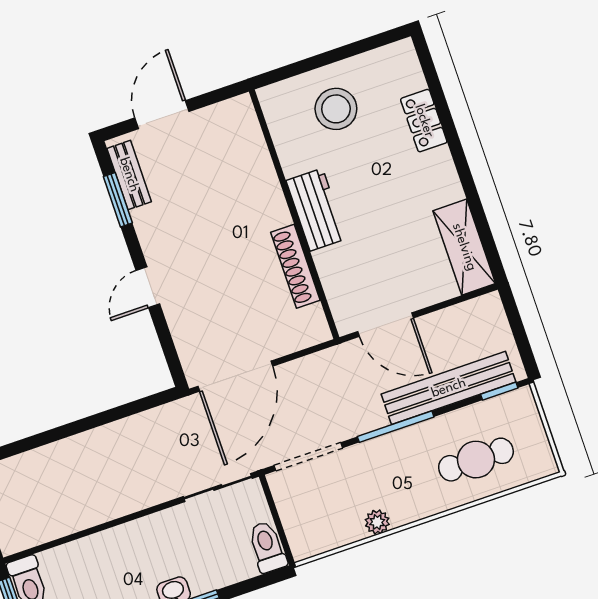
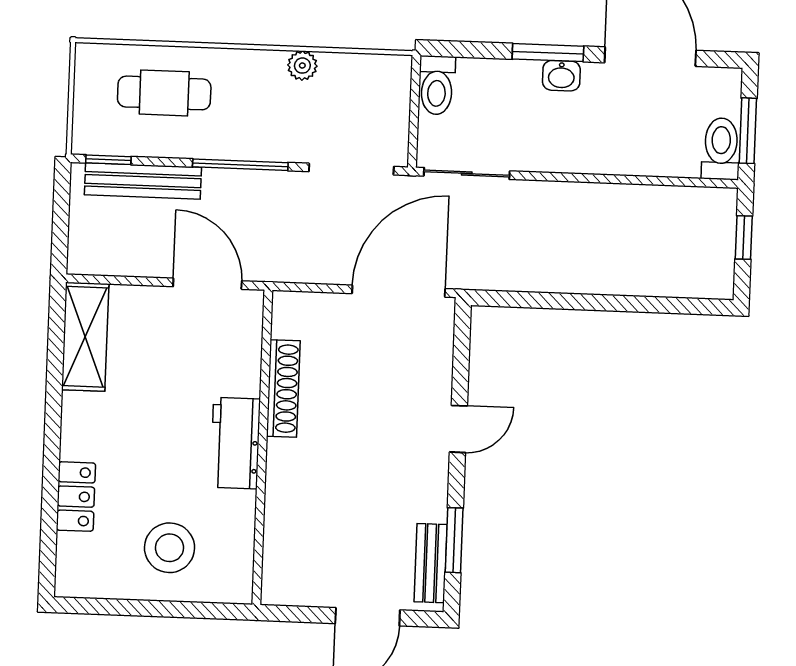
bench: (449, 388) -> (143, 181), width x0.73, depth x0.82

